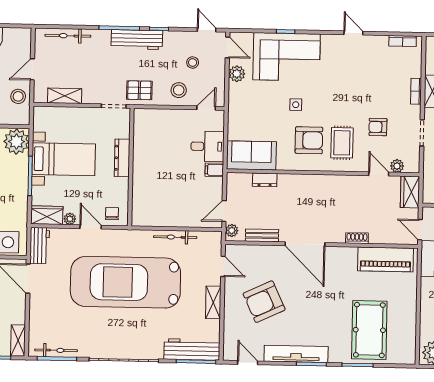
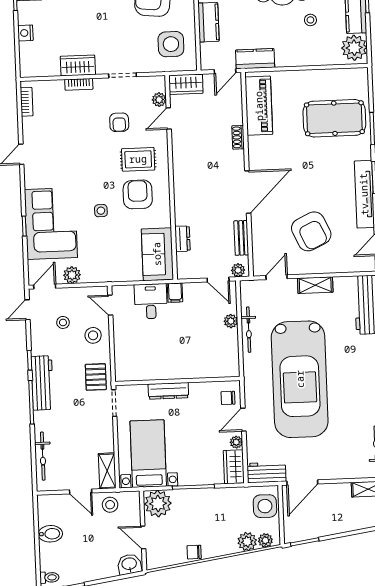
shelving: (65, 96) -> (107, 471), moved
bed with nightstands: (64, 159) -> (148, 454), moved
plant: (184, 221) -> (231, 321), added

